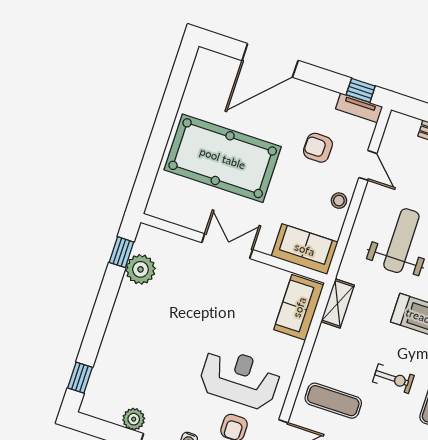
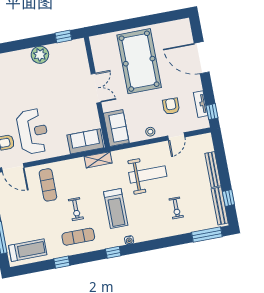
tv unit: (359, 108) -> (201, 104), moved
plant: (140, 269) -> (40, 55), moved

